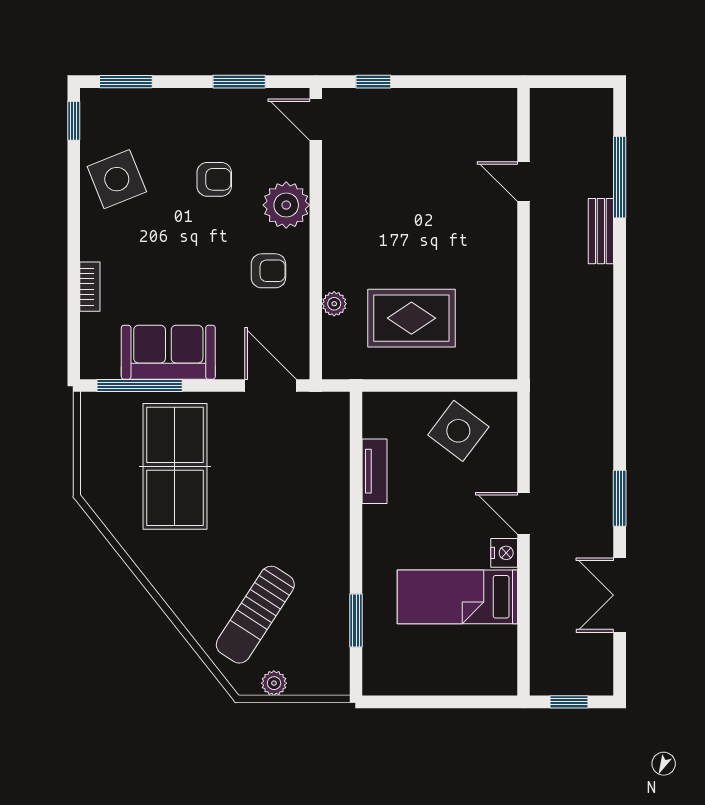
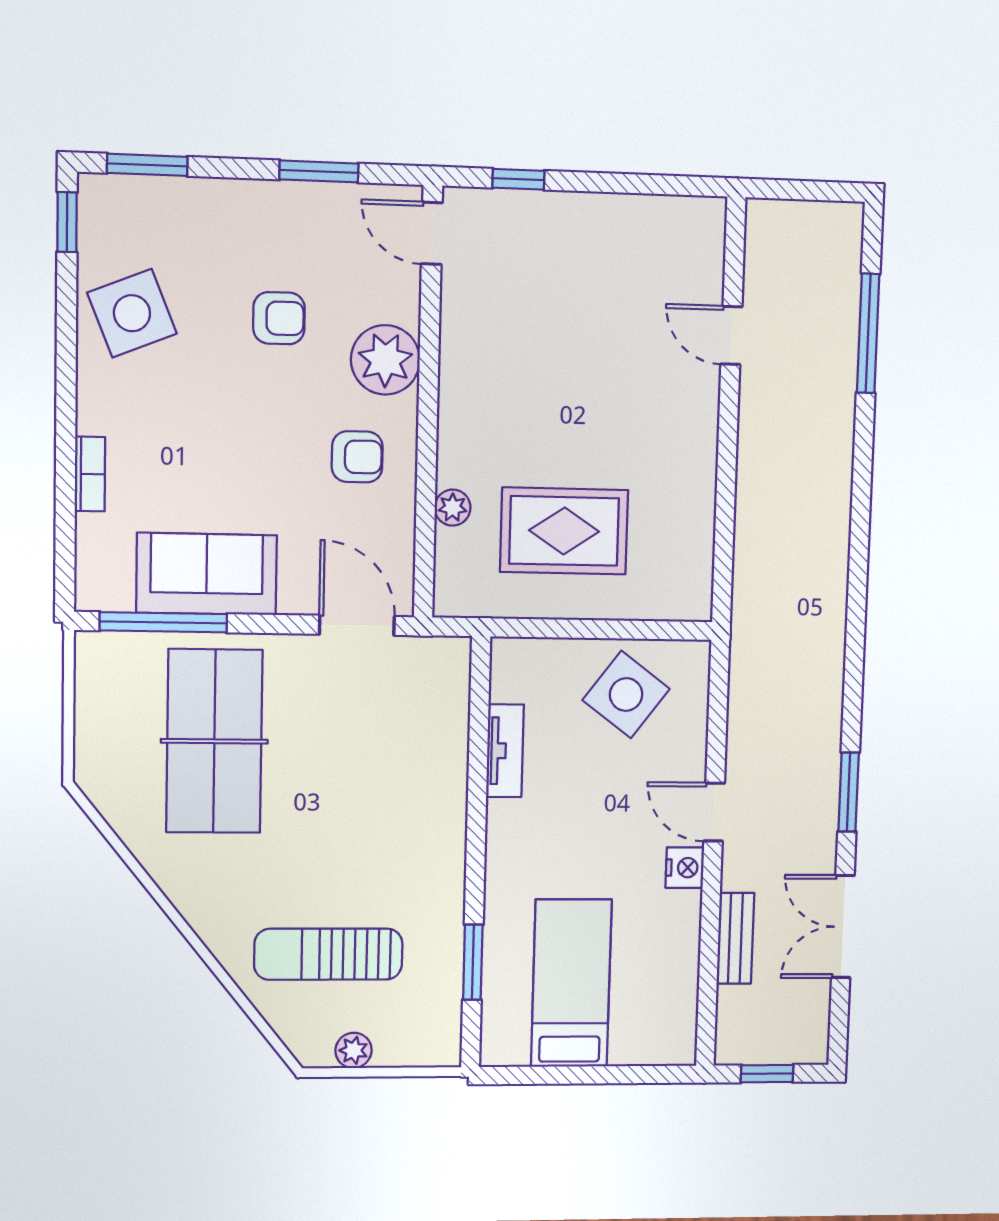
bench: (601, 231) -> (735, 938), moved
bed: (457, 597) -> (571, 983), moved, turned 90
sun lounger: (255, 615) -> (328, 954), turned 57

